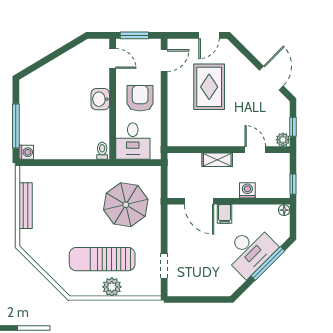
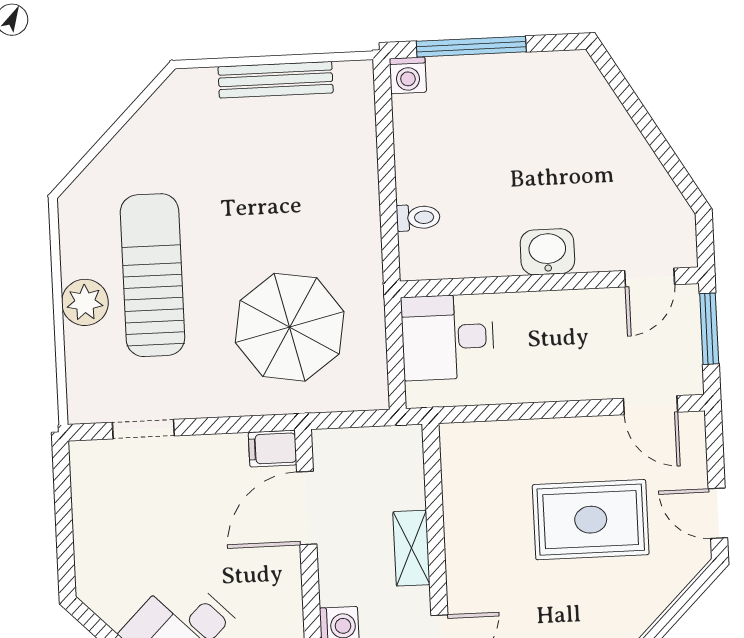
armchair: (140, 98) -> (554, 350), removed
toilet: (102, 151) -> (418, 217), moved
filing cabinet: (224, 214) -> (273, 449), moved

